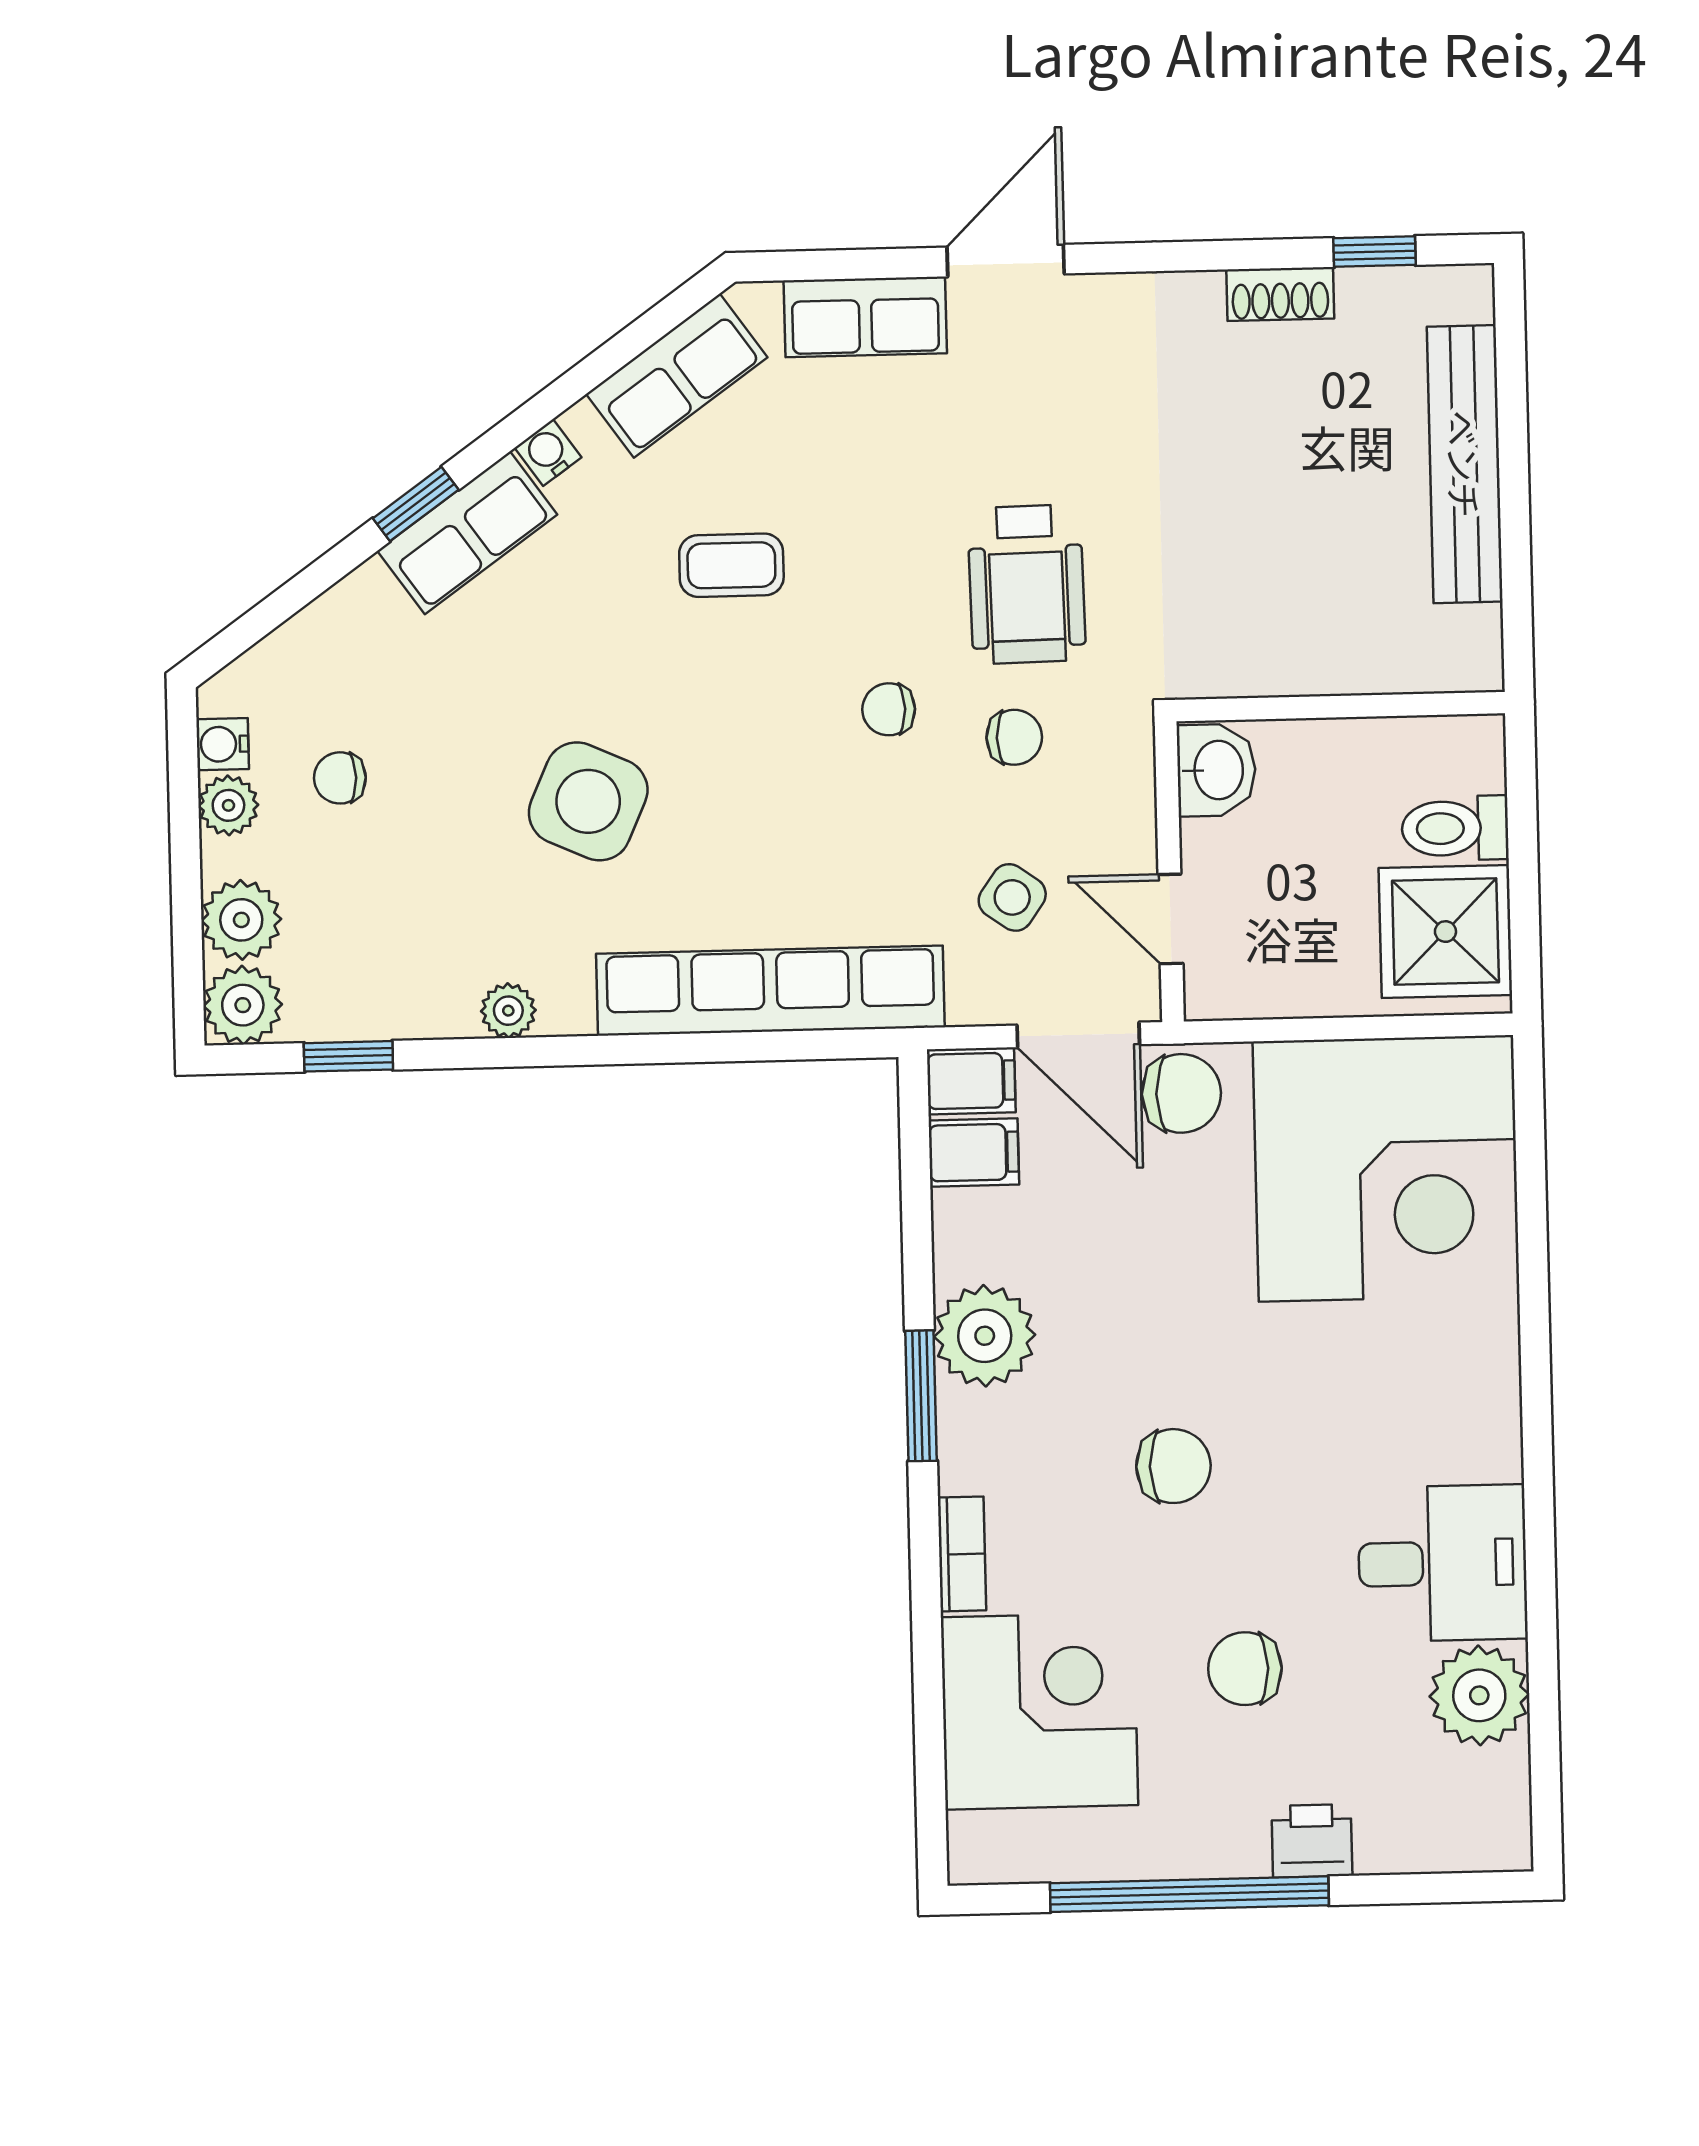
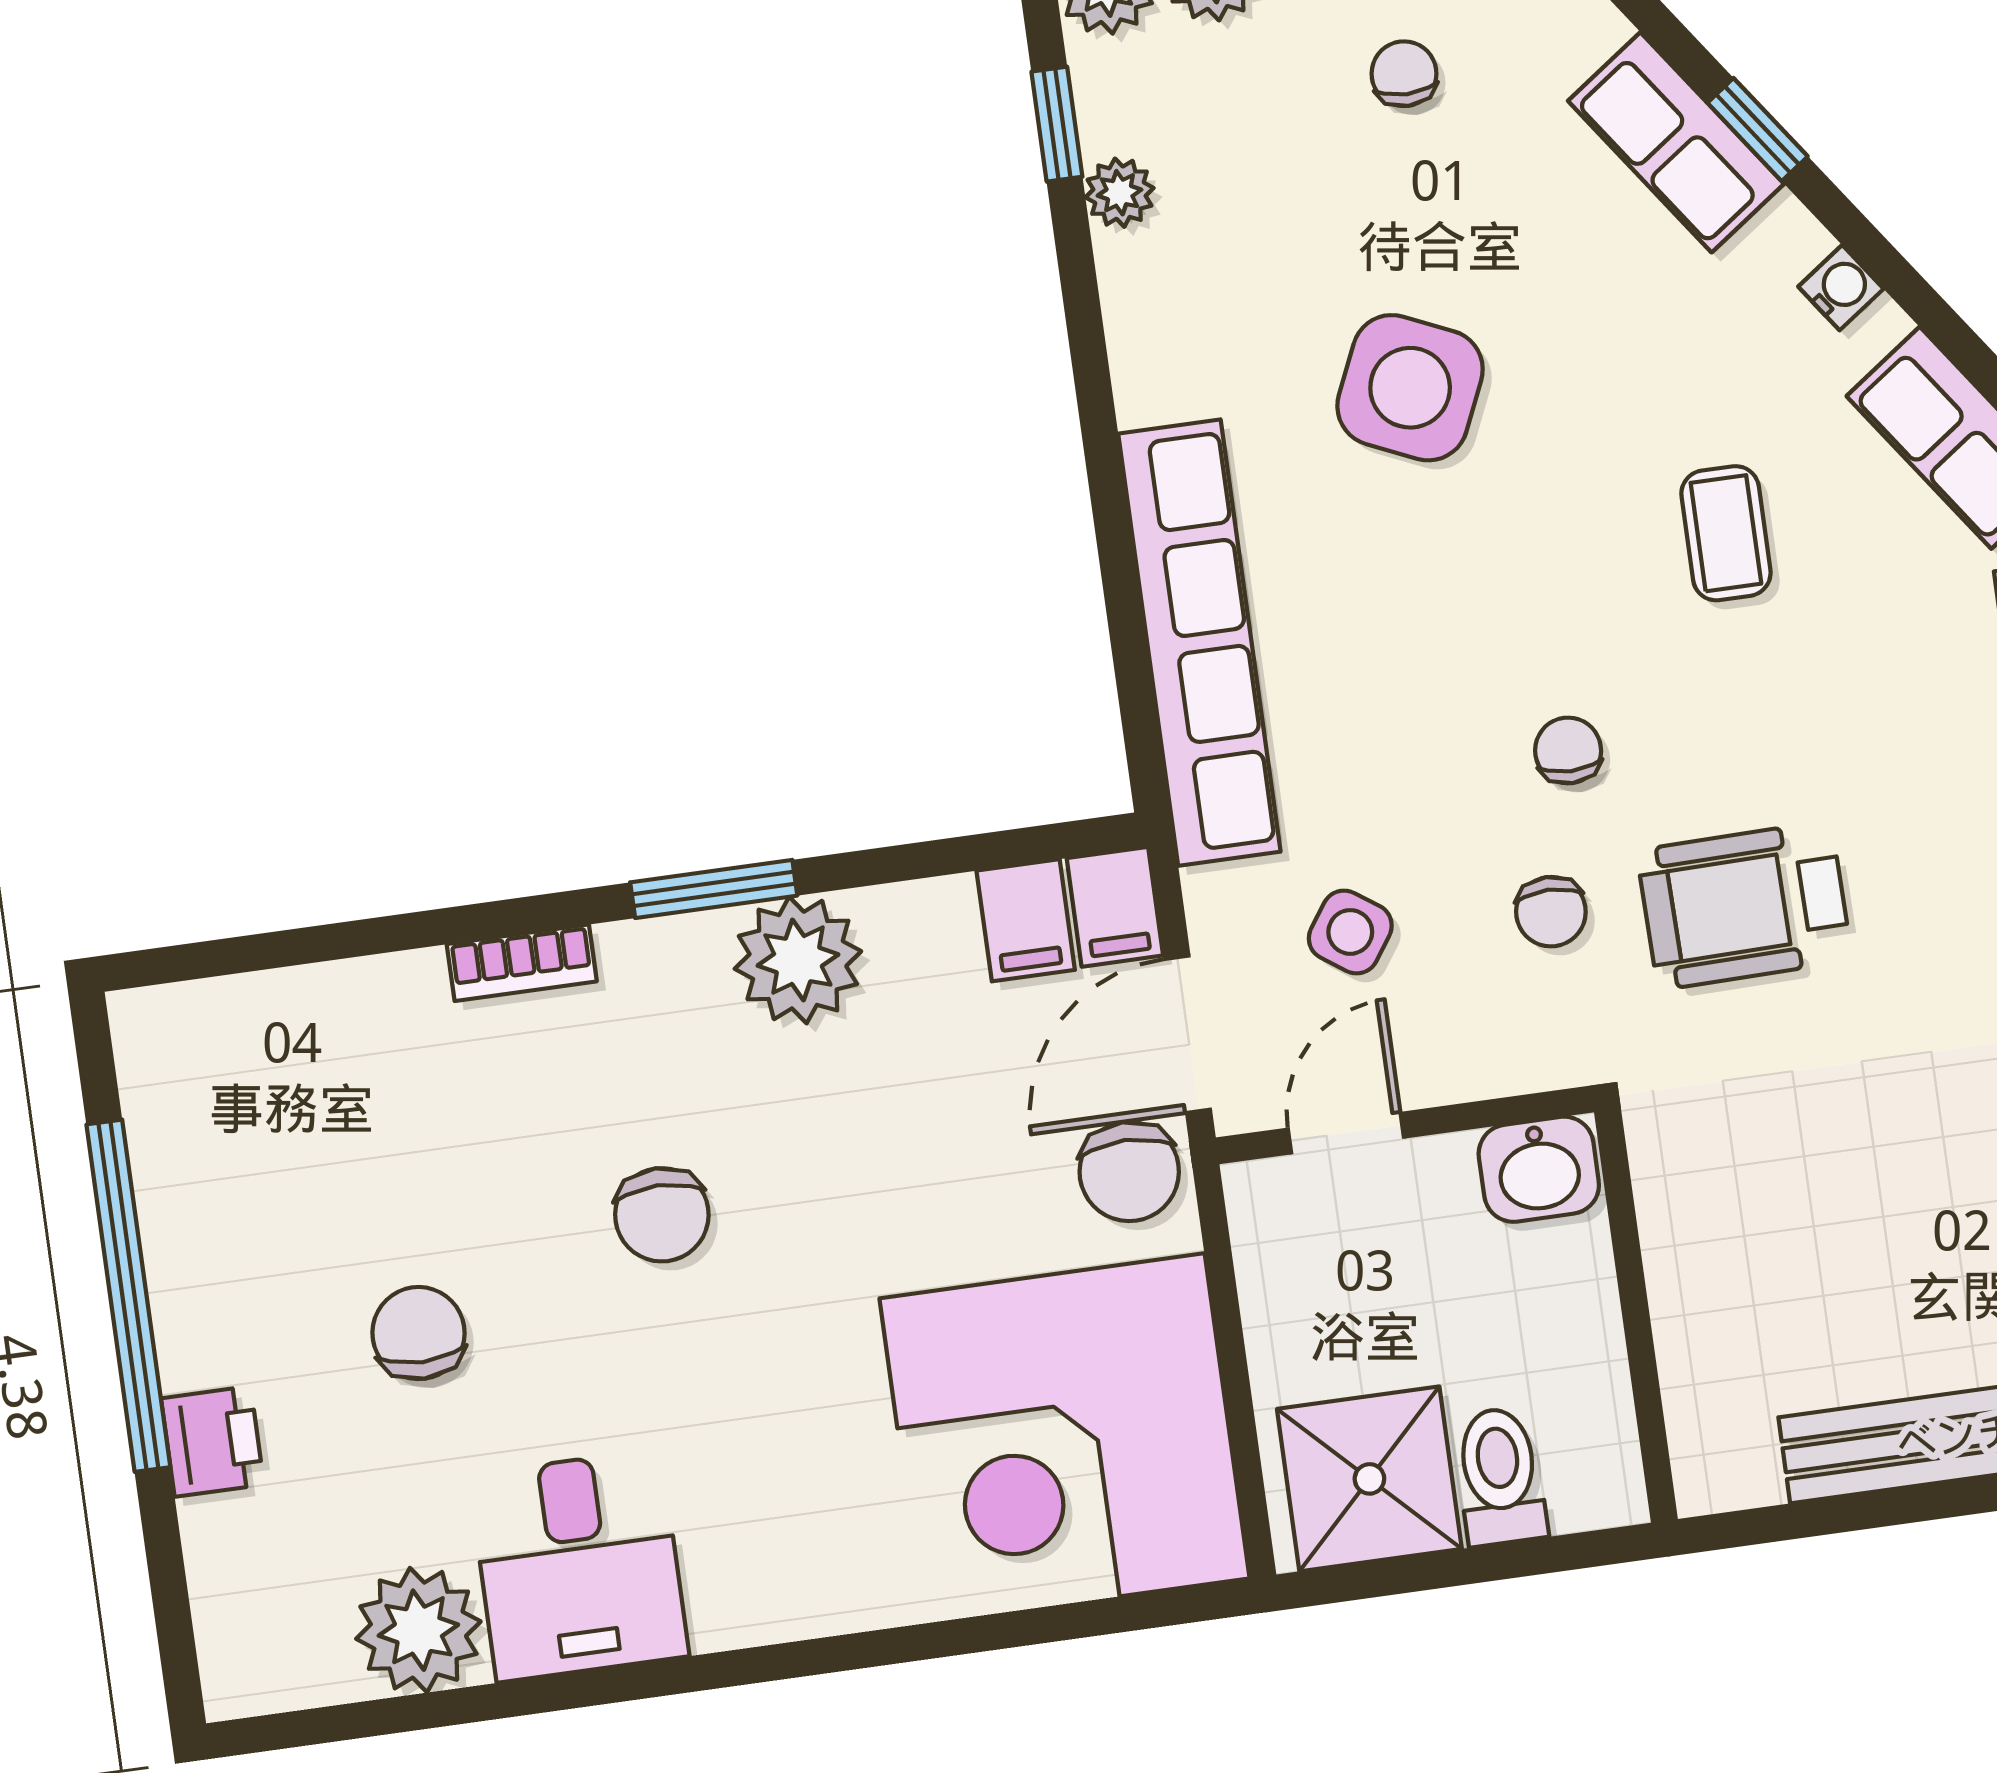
row of seats: (467, 533) -> (1676, 142), moved
plant: (508, 1011) -> (1120, 193), moved
corner desk: (1039, 1711) -> (336, 1082), removed

